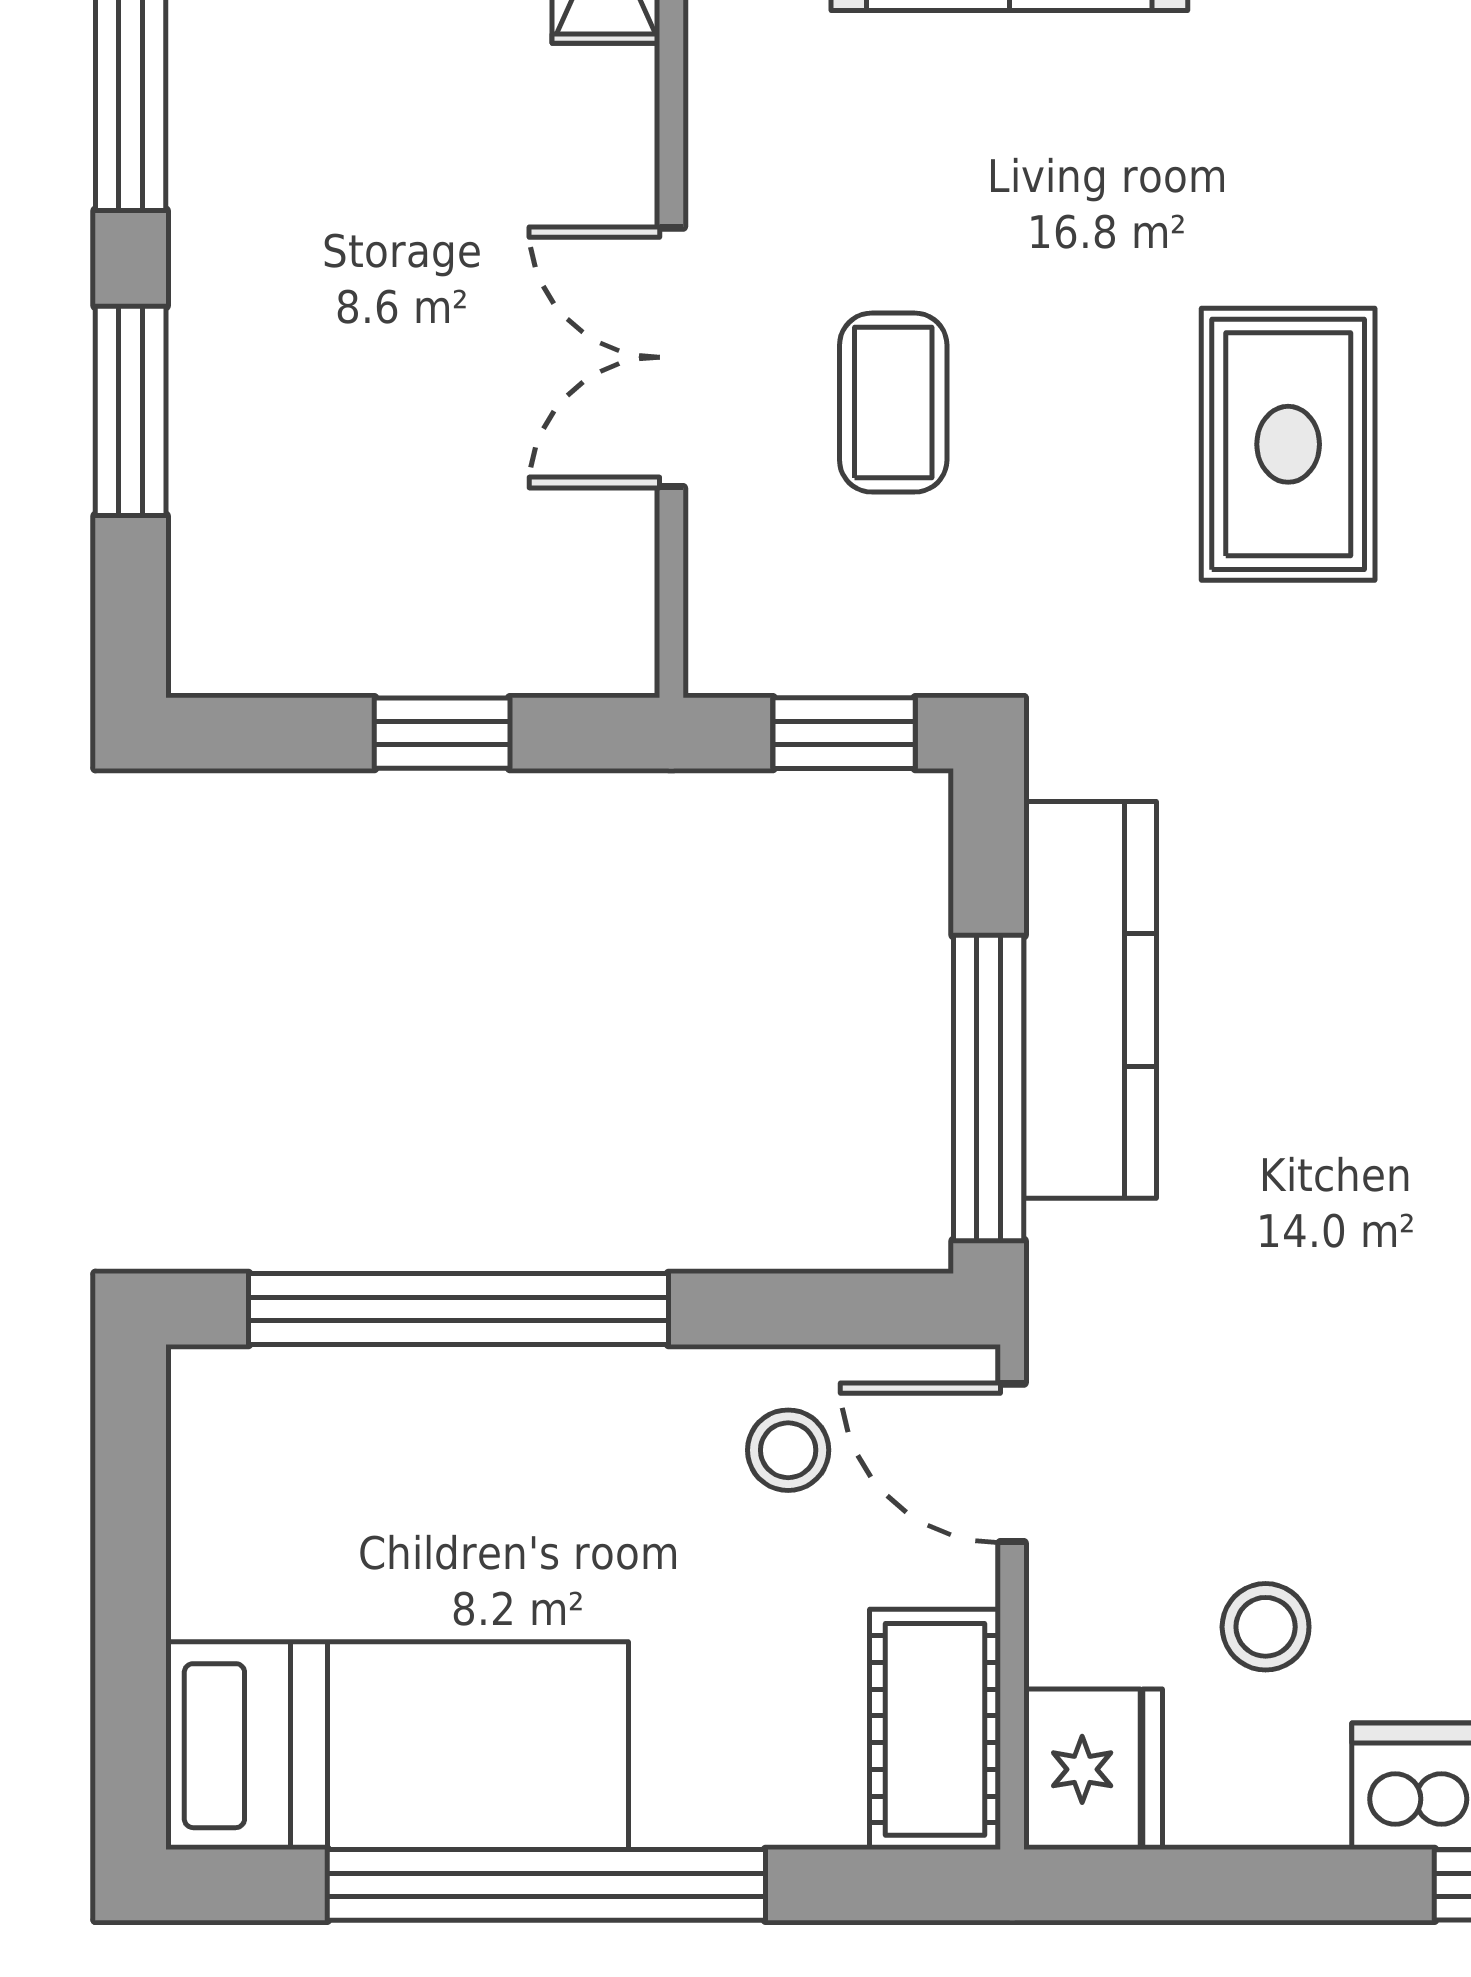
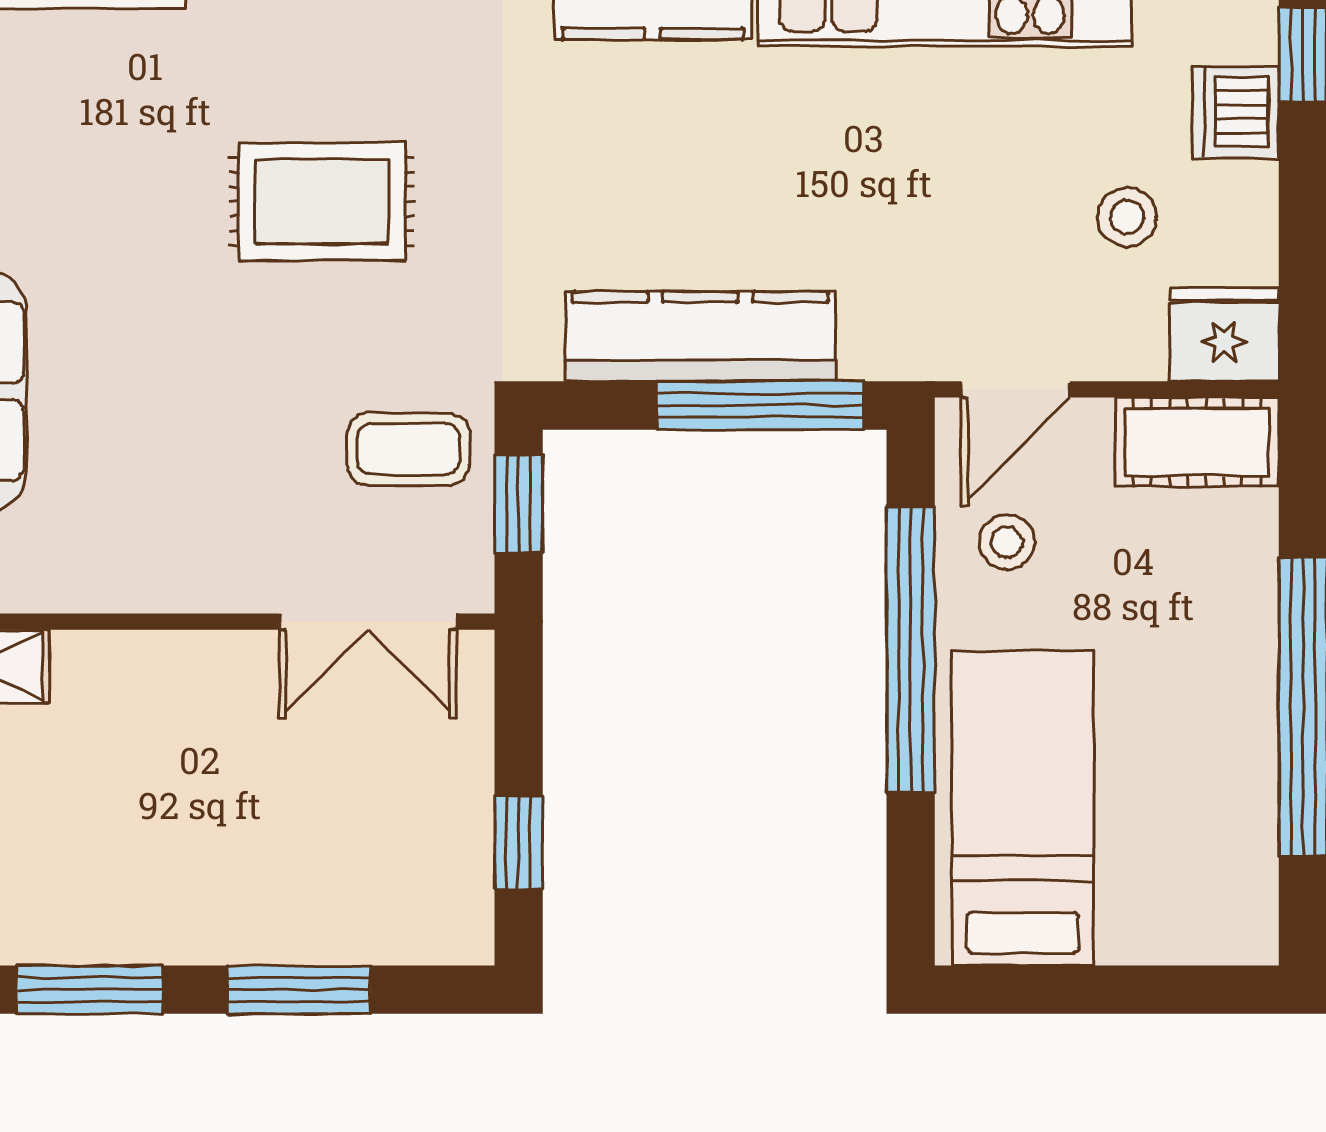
double door: (671, 357) -> (368, 622), moved
coffee table: (893, 403) -> (408, 449), moved
window: (442, 733) -> (519, 843), moved
window: (459, 1309) -> (911, 649), moved
bed: (397, 1746) -> (1023, 808), moved

